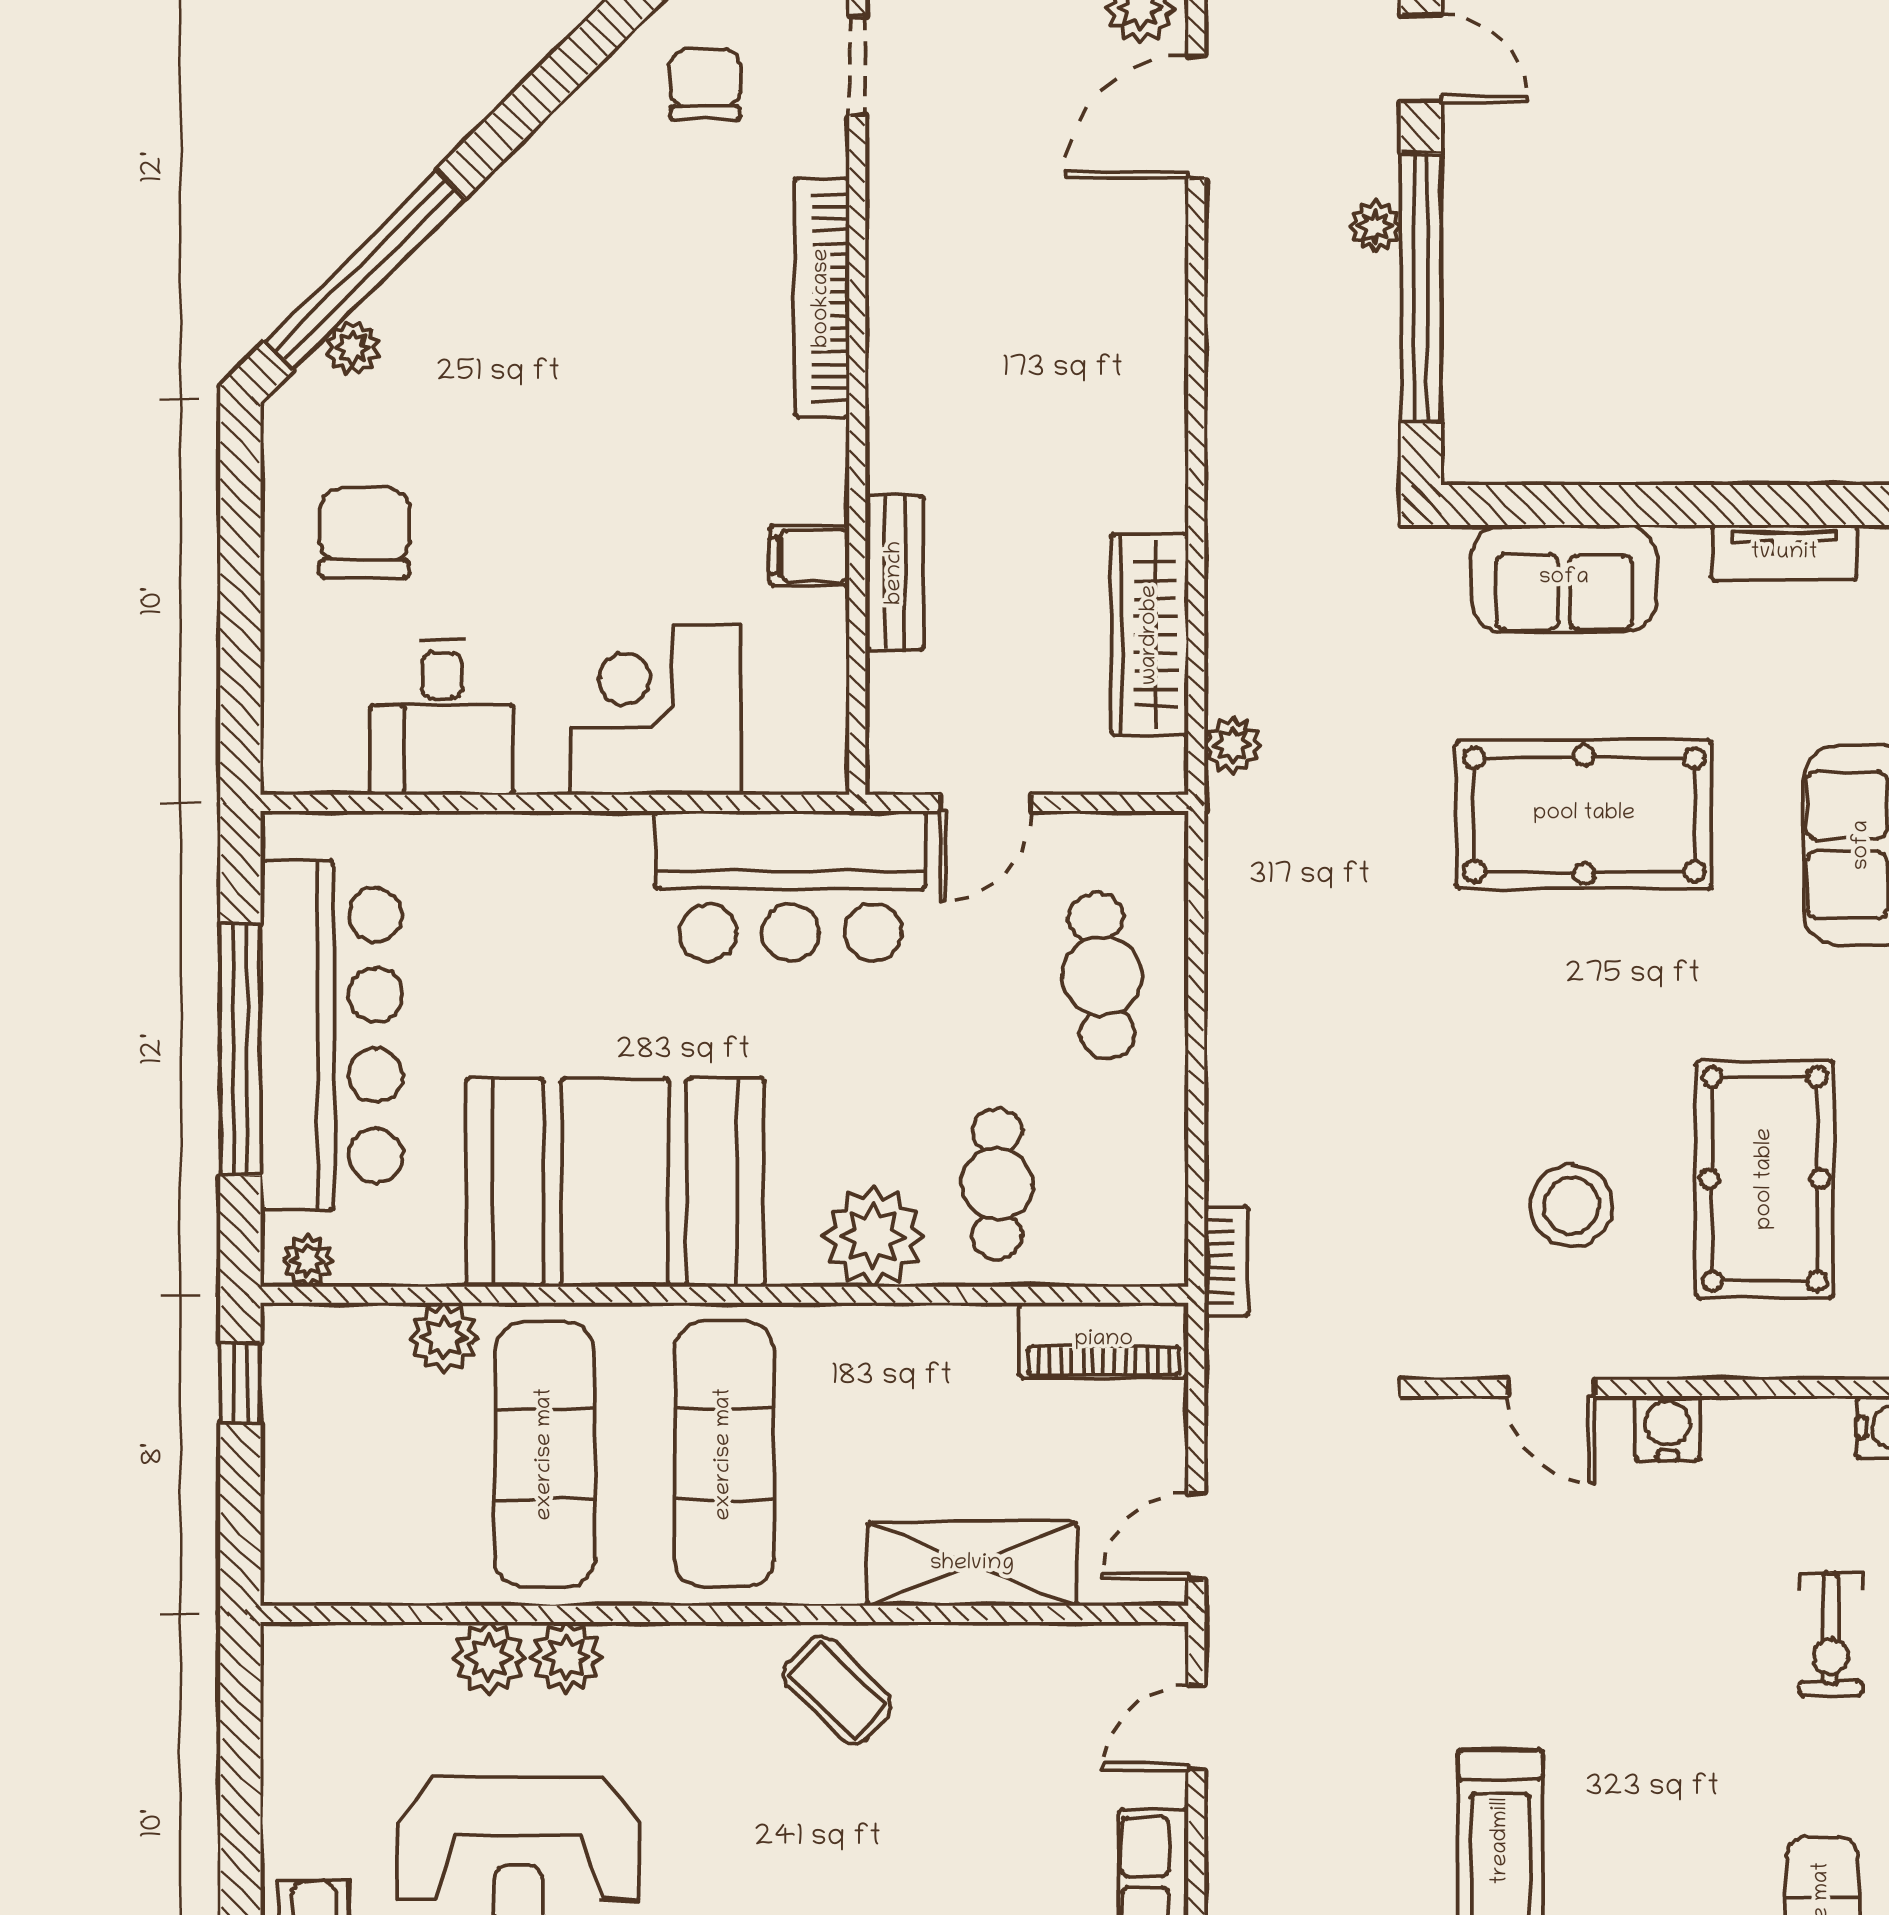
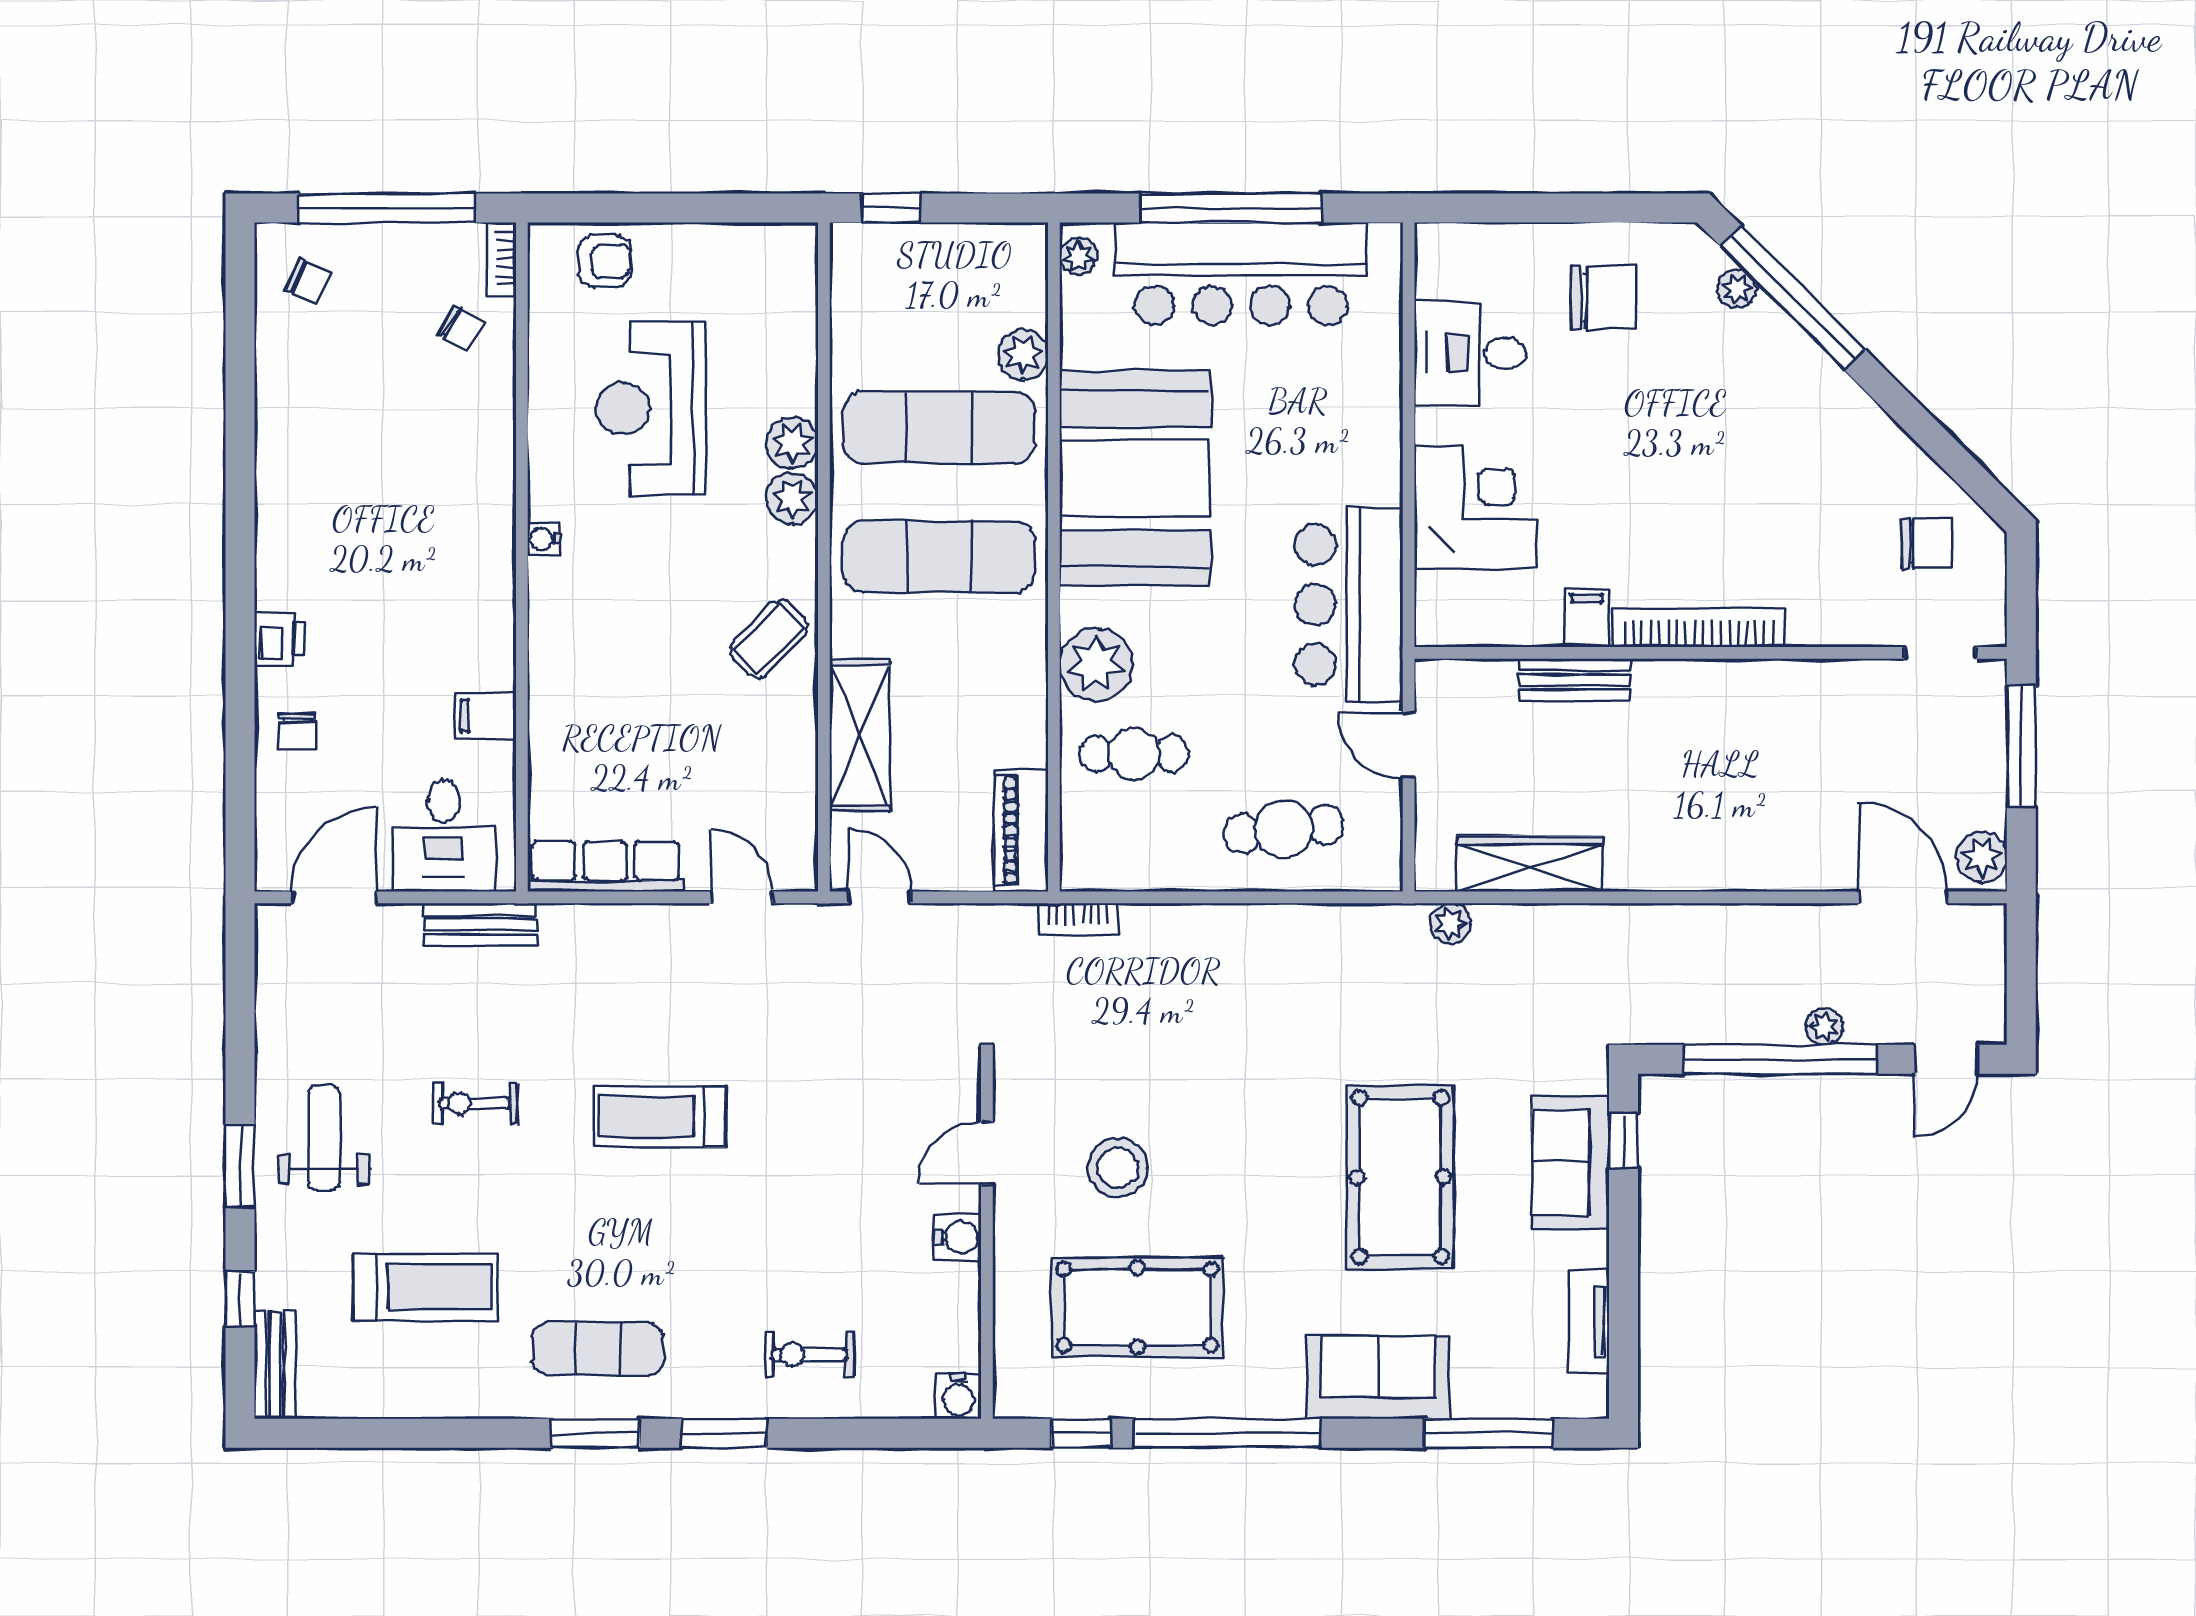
bookcase: (822, 298) -> (1699, 627), moved
window: (1534, 505) -> (1623, 1141), added
window: (240, 1383) -> (891, 208), moved
plant: (489, 1658) -> (792, 498), moved

